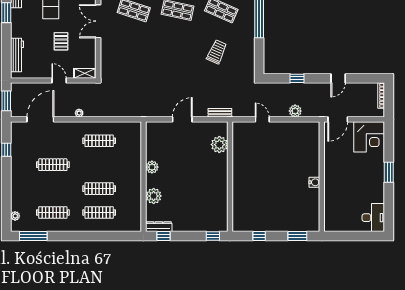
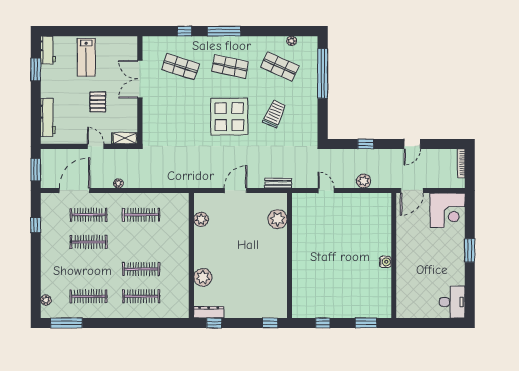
display table: (177, 54) -> (229, 117), added
clothes rail: (53, 141) -> (89, 215), added
plant: (152, 167) -> (201, 219), moved

